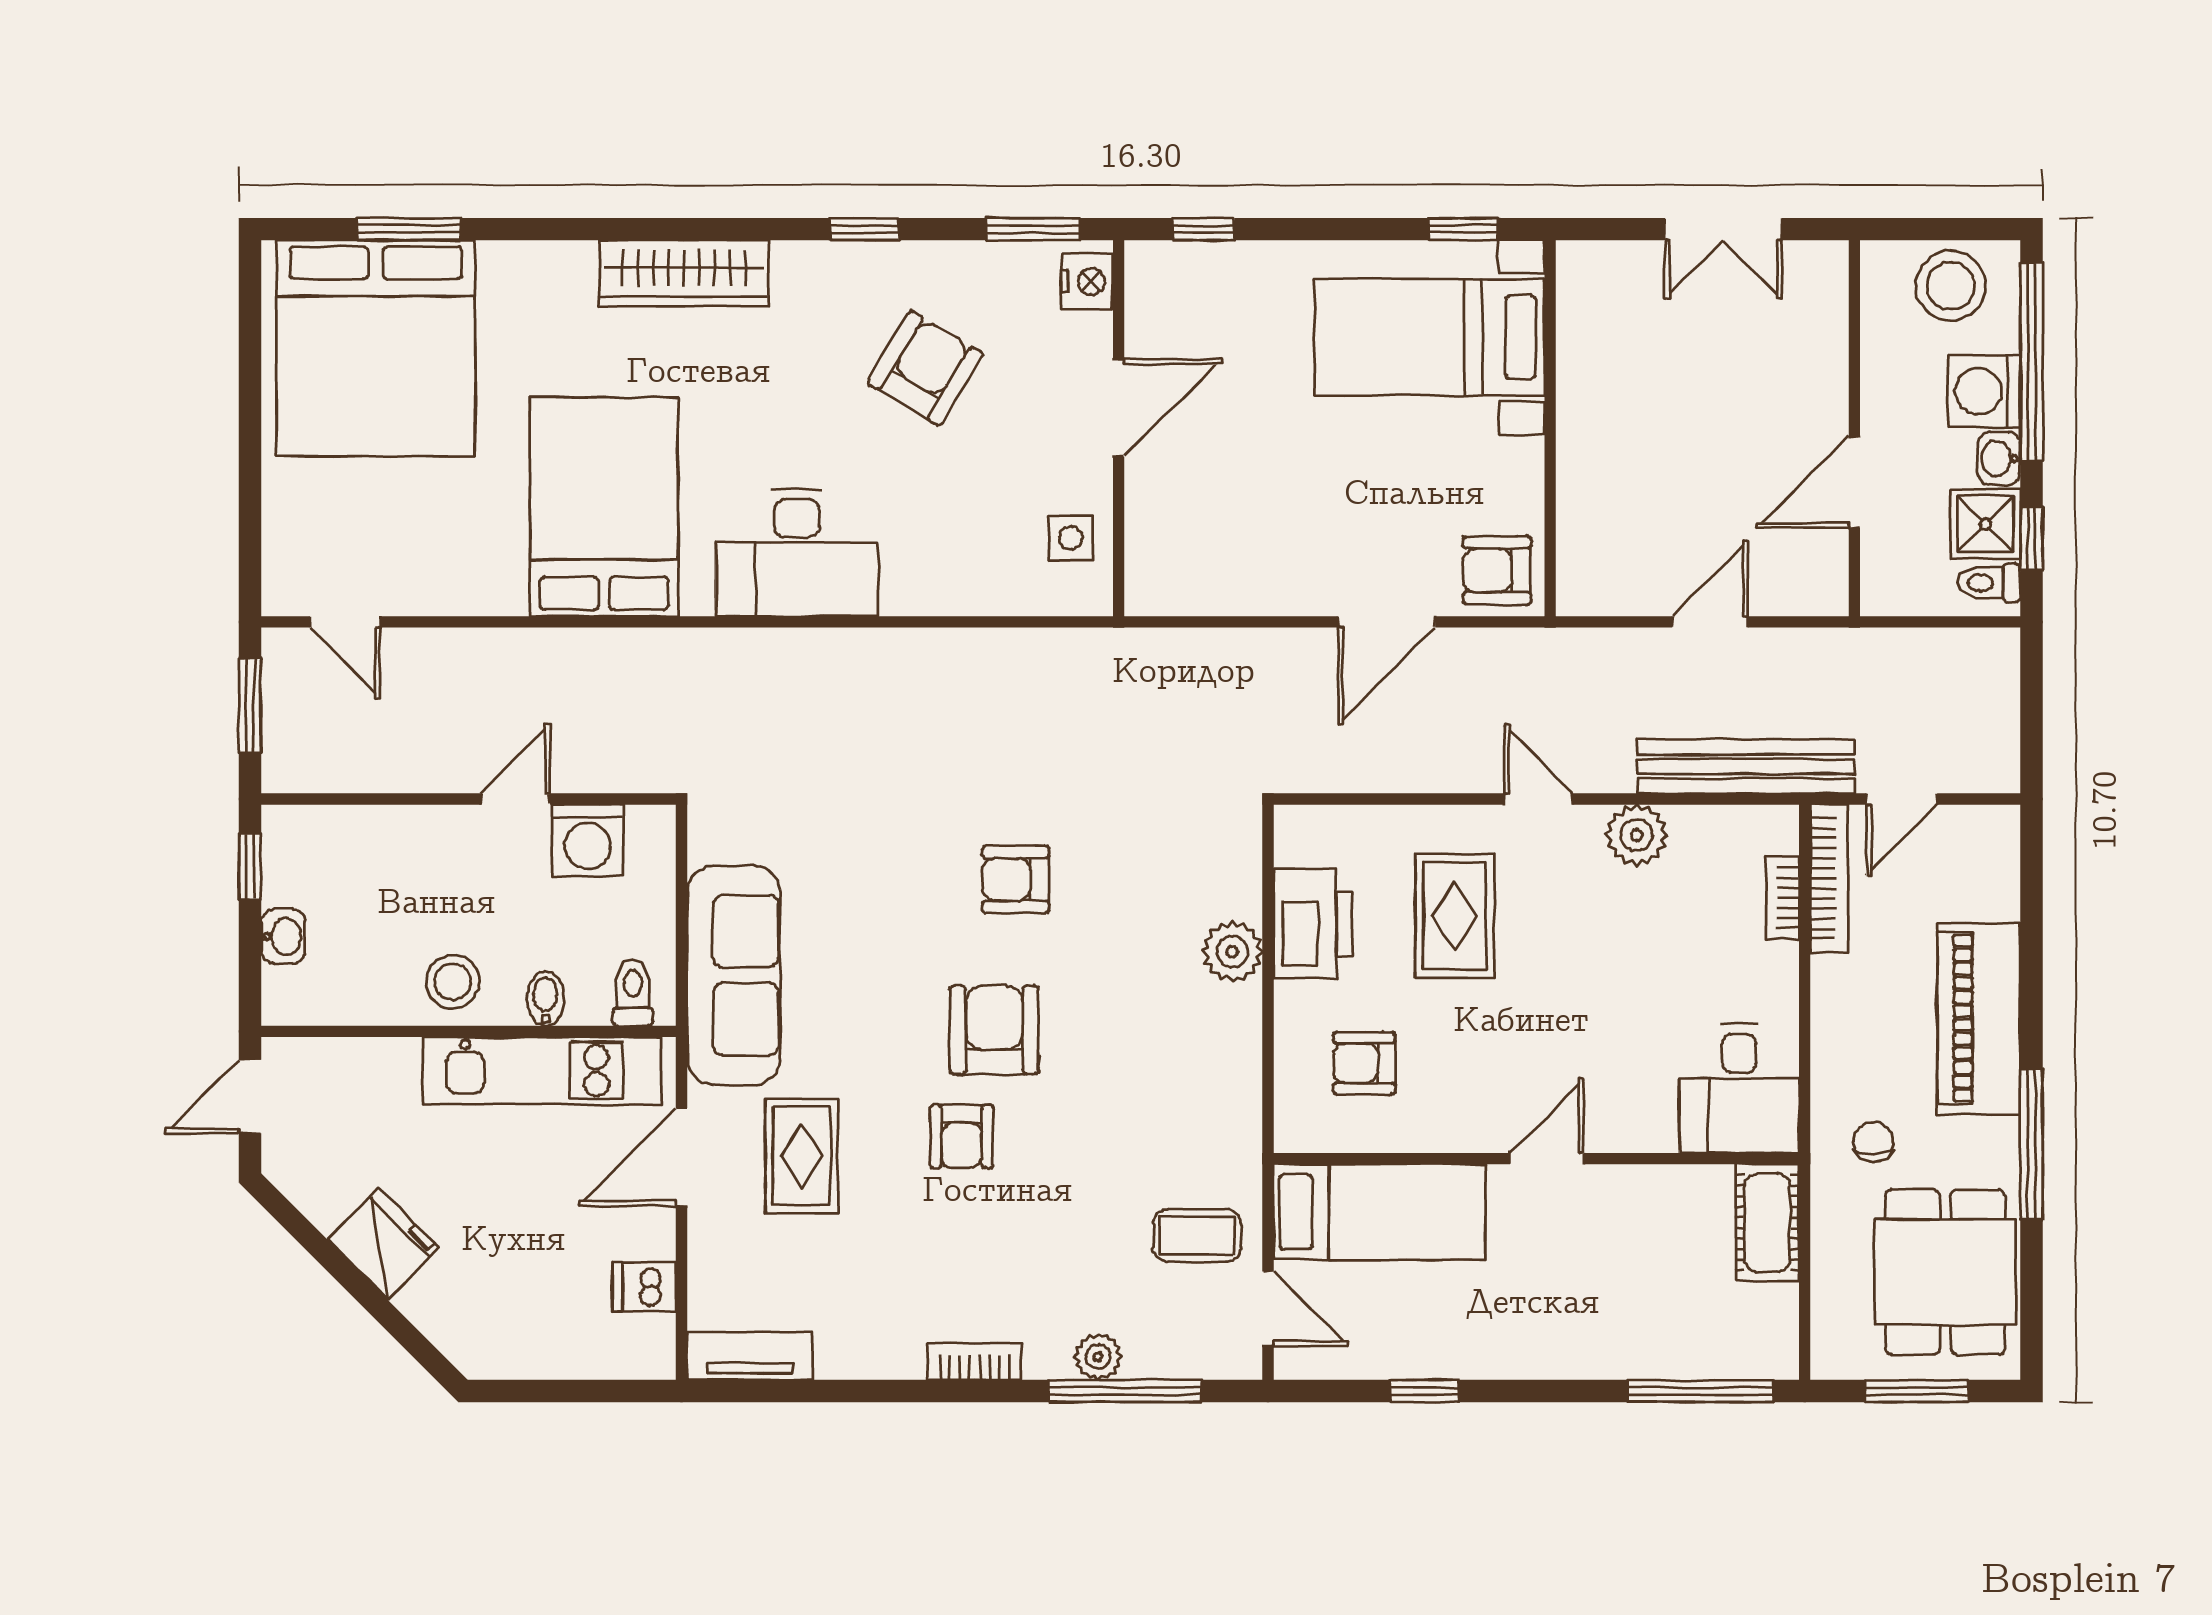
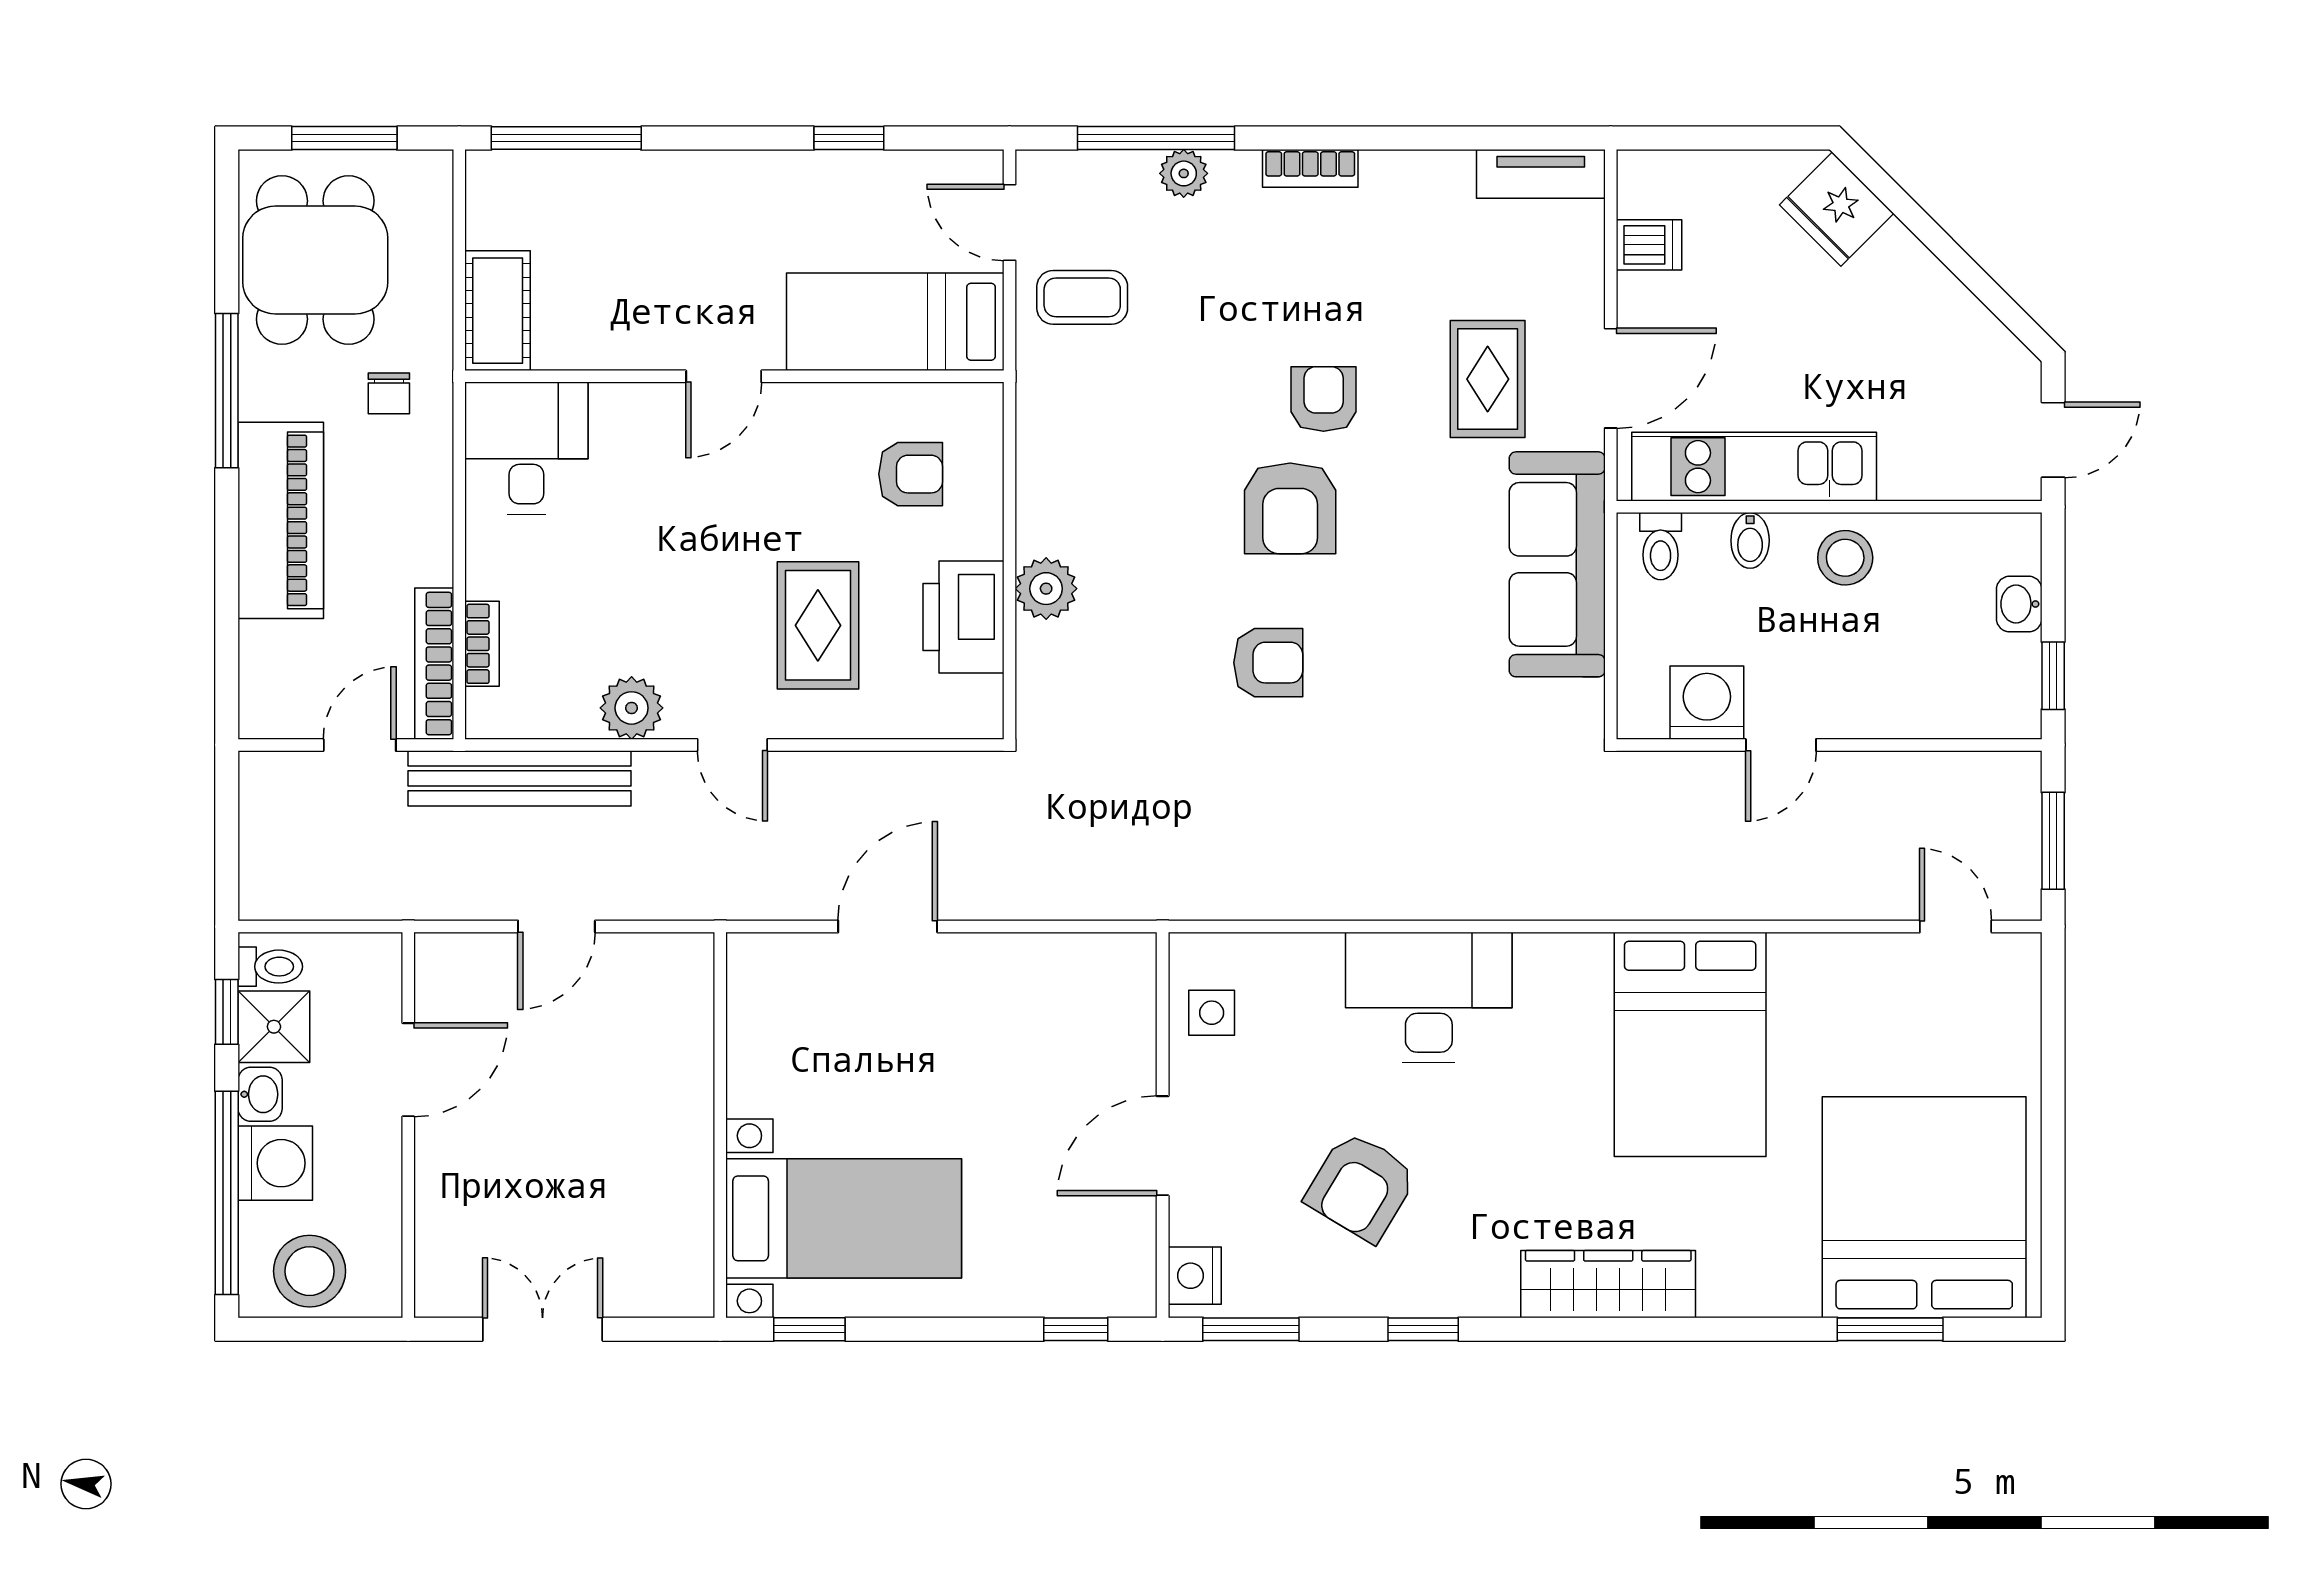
desk: (797, 553) -> (1429, 997), moved
armchair: (1497, 570) -> (775, 979), removed
fridge: (383, 1244) -> (1837, 209), moved

